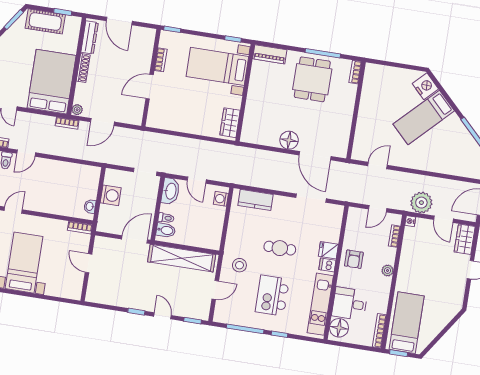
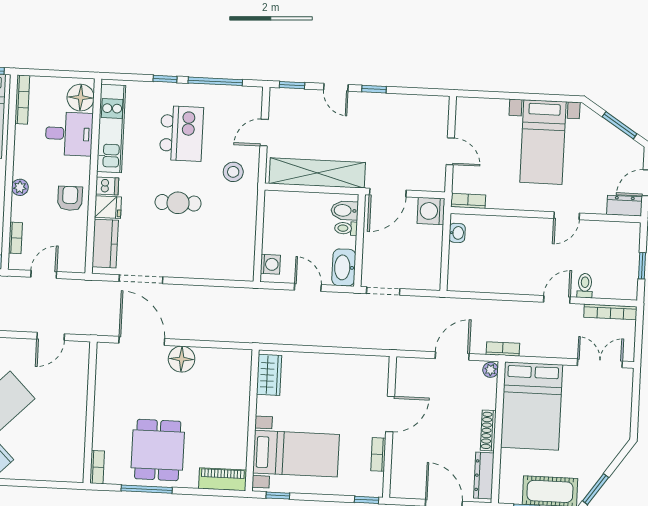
washing machine: (111, 195) -> (431, 211), moved
kitchen counter: (255, 200) -> (105, 244), moved, turned 90

